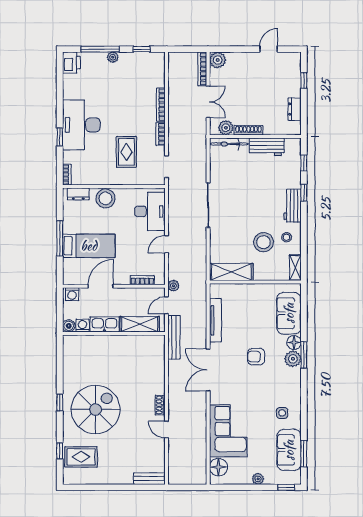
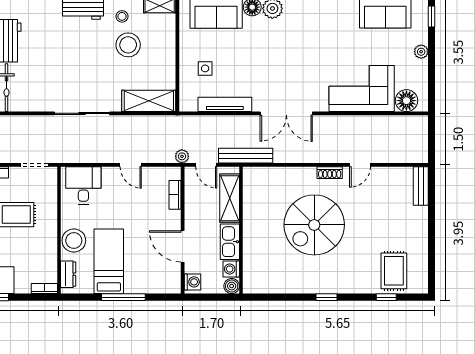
desk: (150, 211) -> (83, 185), width x0.73
bed: (89, 246) -> (109, 261), moved
shelving: (231, 272) -> (149, 101), moved, turned 90
armchair: (256, 357) -> (270, 54), removed
spiral stairs: (96, 410) -> (314, 225), moved, turned -90
side table: (282, 413) -> (205, 68), moved

